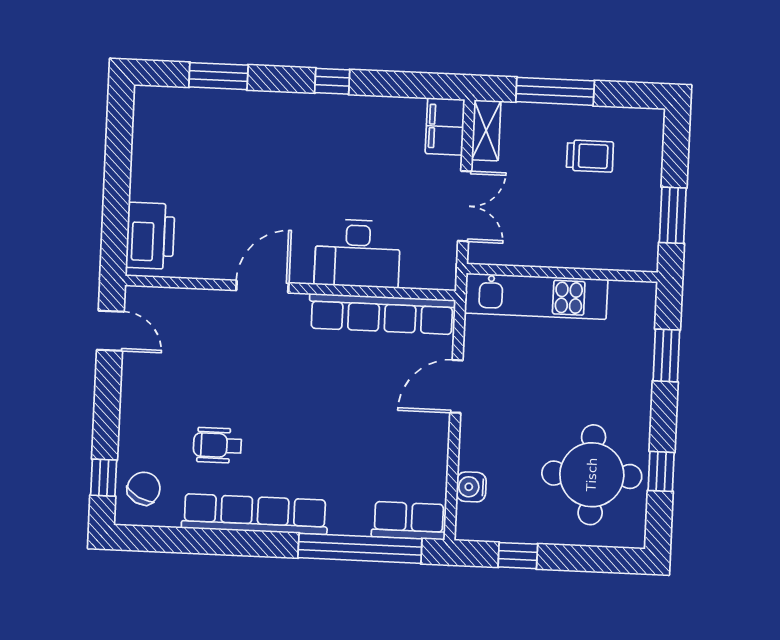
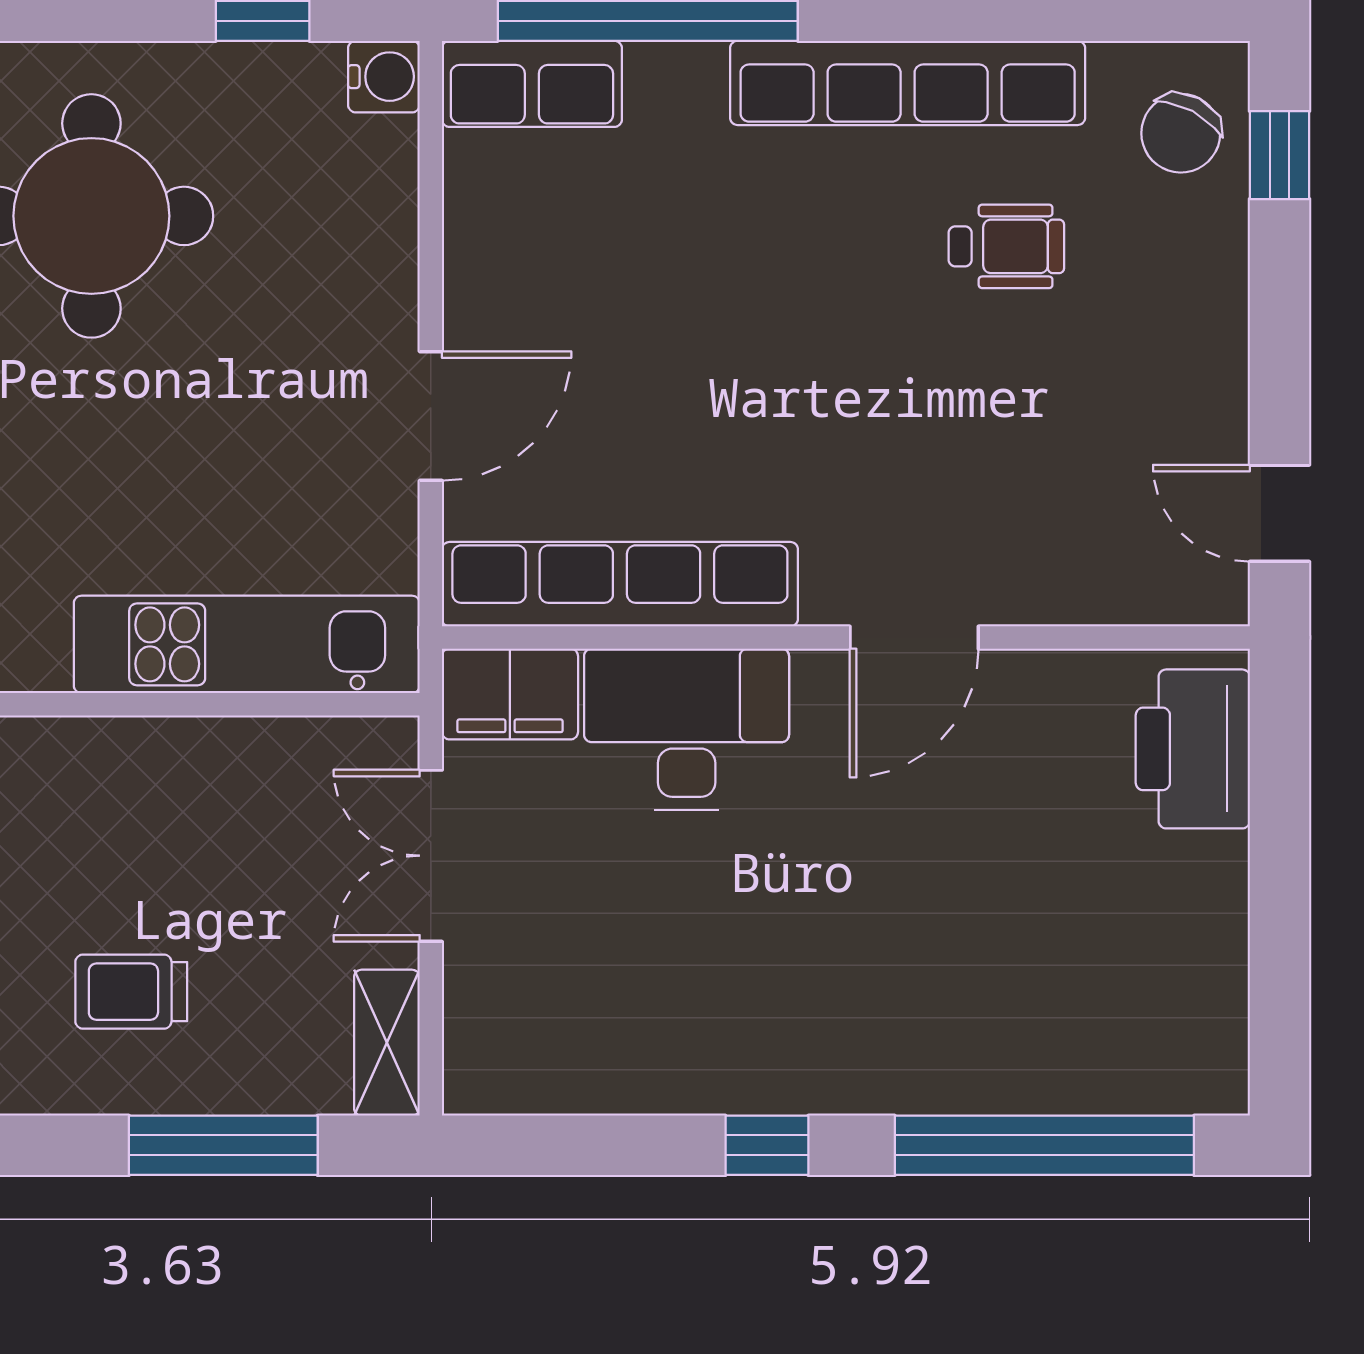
window: (218, 76) -> (1044, 1145), width x2.11
filing cabinet: (445, 127) -> (510, 694), moved, turned 90
water cooler: (471, 487) -> (384, 77), moved

